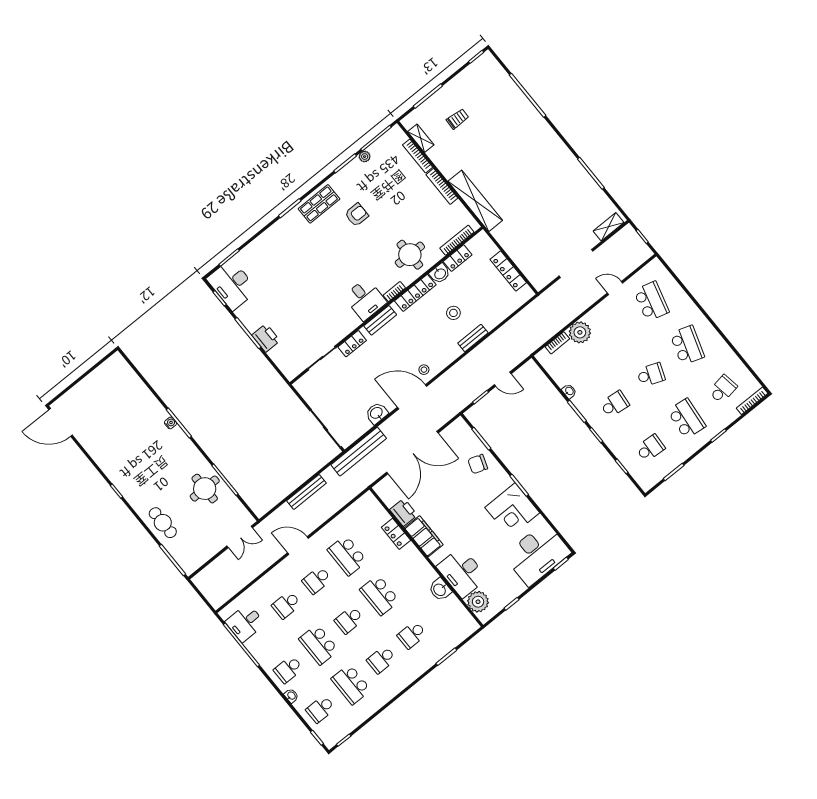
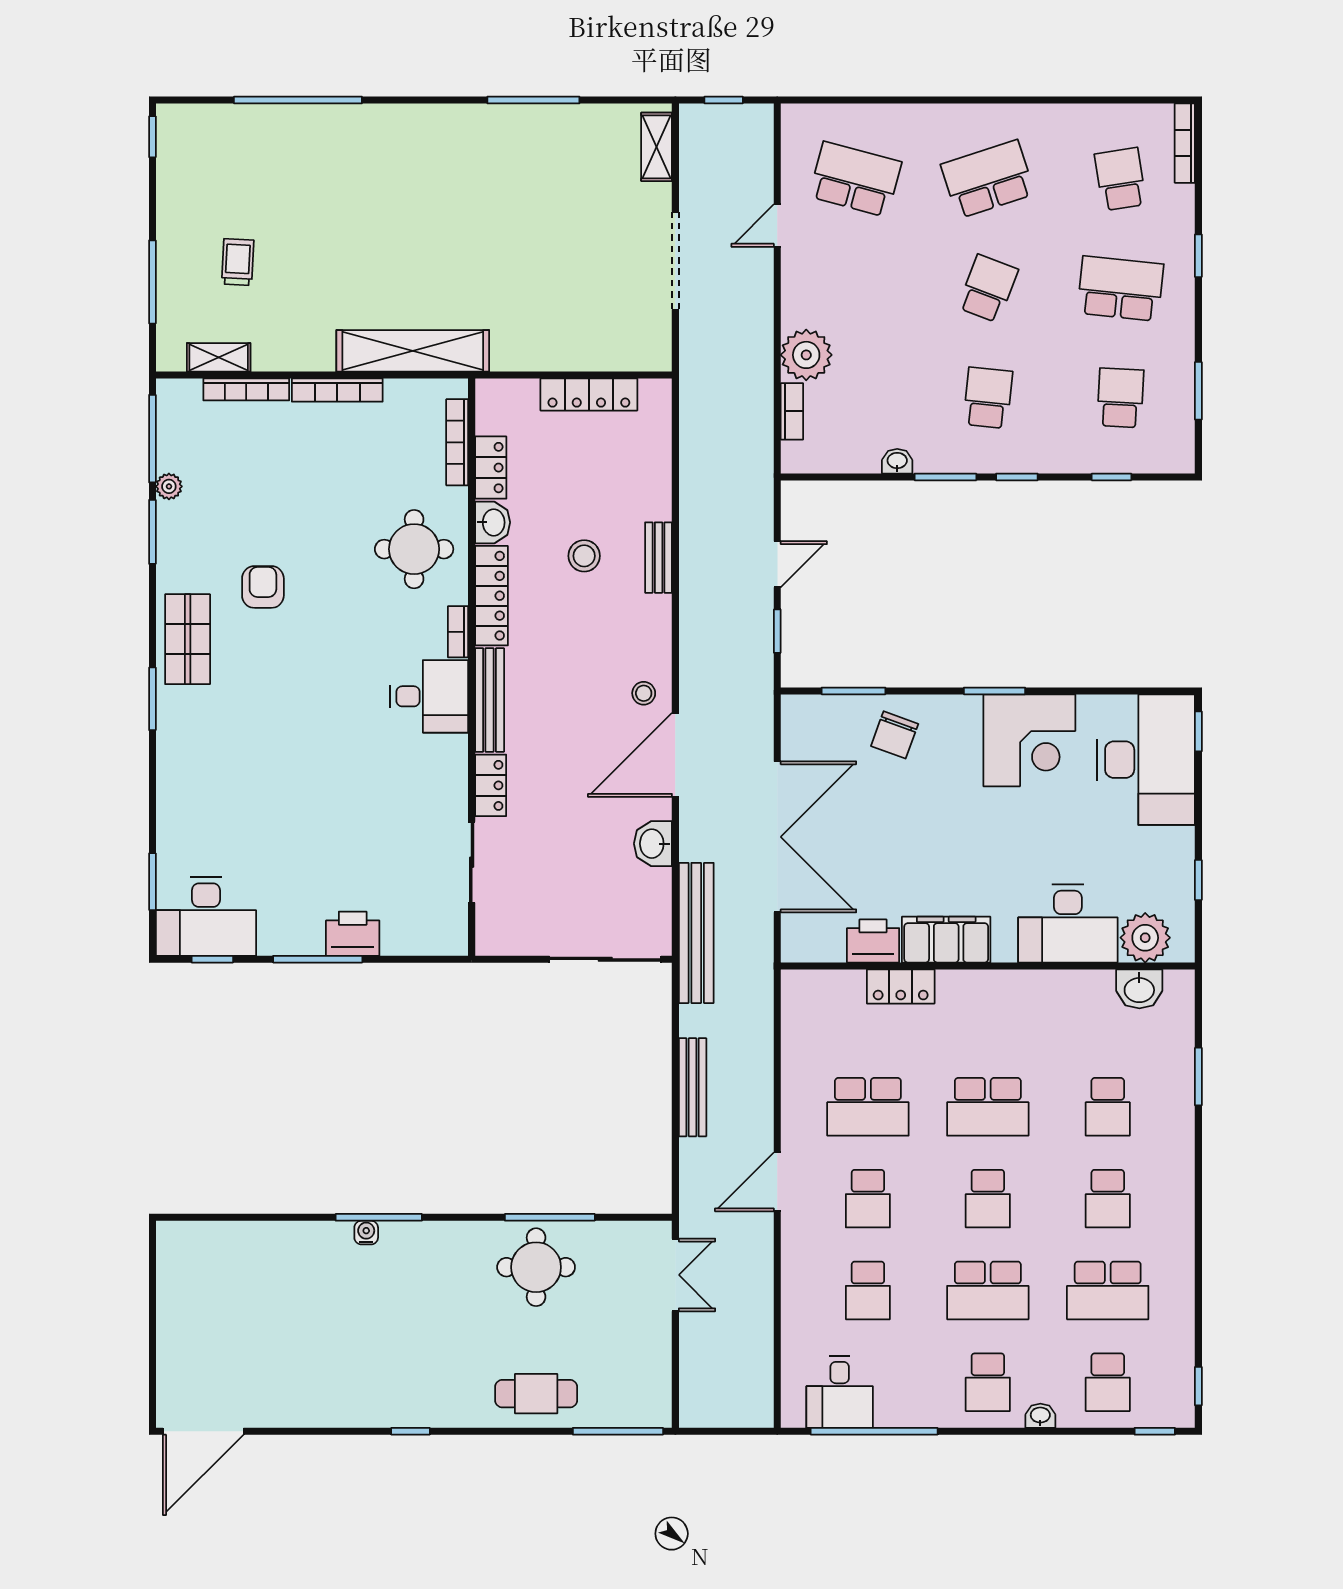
bench: (380, 320) -> (490, 700), width x1.36
school desk: (687, 345) -> (988, 179), turned -36
washbasin: (440, 590) -> (1139, 989), moved

